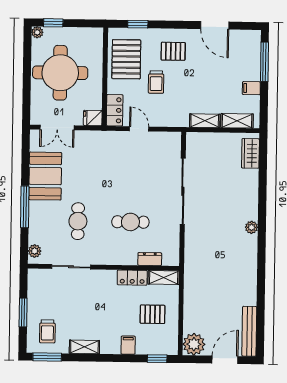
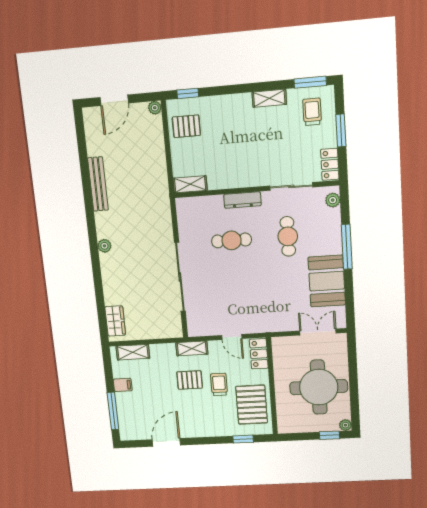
door: (215, 25) -> (166, 442), hinge flipped
pallet: (173, 51) -> (190, 380), moved
fridge: (93, 118) -> (281, 344), removed
shelving: (205, 121) -> (192, 348), moved
dresser: (150, 259) -> (242, 200), moved, width x1.44
locker: (132, 278) -> (330, 164), moved, turned -90
pallet: (153, 314) -> (186, 126), moved
bench: (249, 331) -> (98, 184), moved
plant: (194, 344) -> (155, 108), width x0.53, depth x0.53
filing cabinet: (128, 345) -> (221, 105), removed

